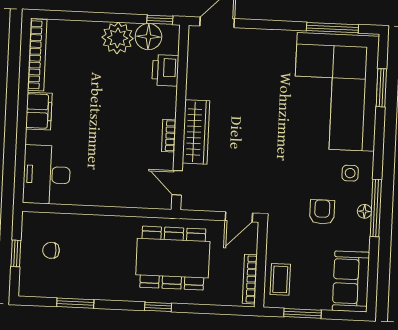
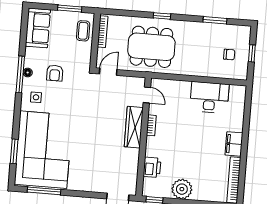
floor lamp: (148, 37) -> (162, 189), removed
desk: (47, 175) -> (209, 97), moved, turned -90

